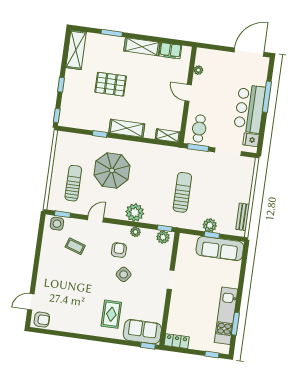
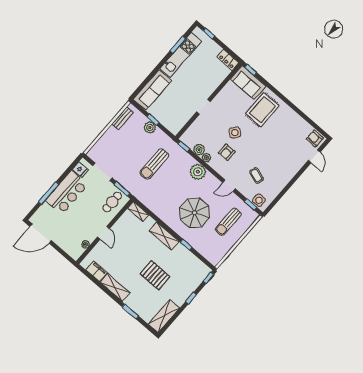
plant: (163, 237) -> (199, 150), moved
sofa: (220, 248) -> (152, 90), moved, turned 90
door: (31, 302) -> (314, 156), hinge flipped
rug: (111, 314) -> (262, 110), width x1.36, depth x1.43

